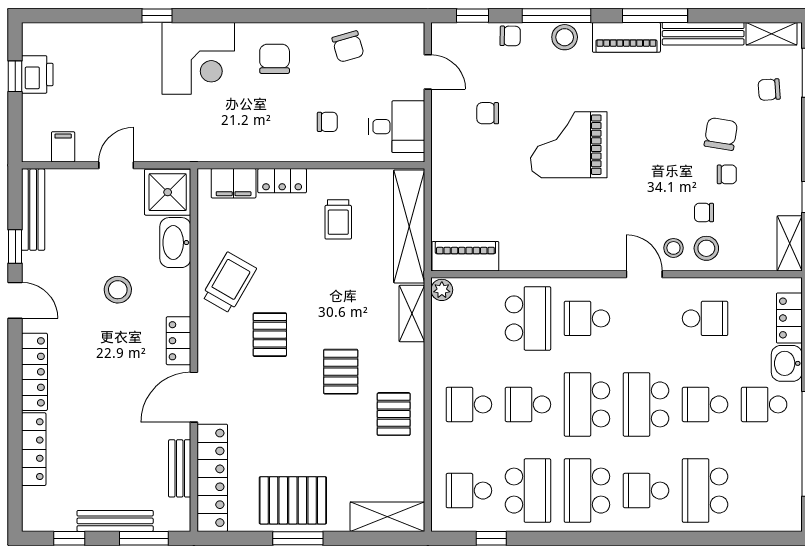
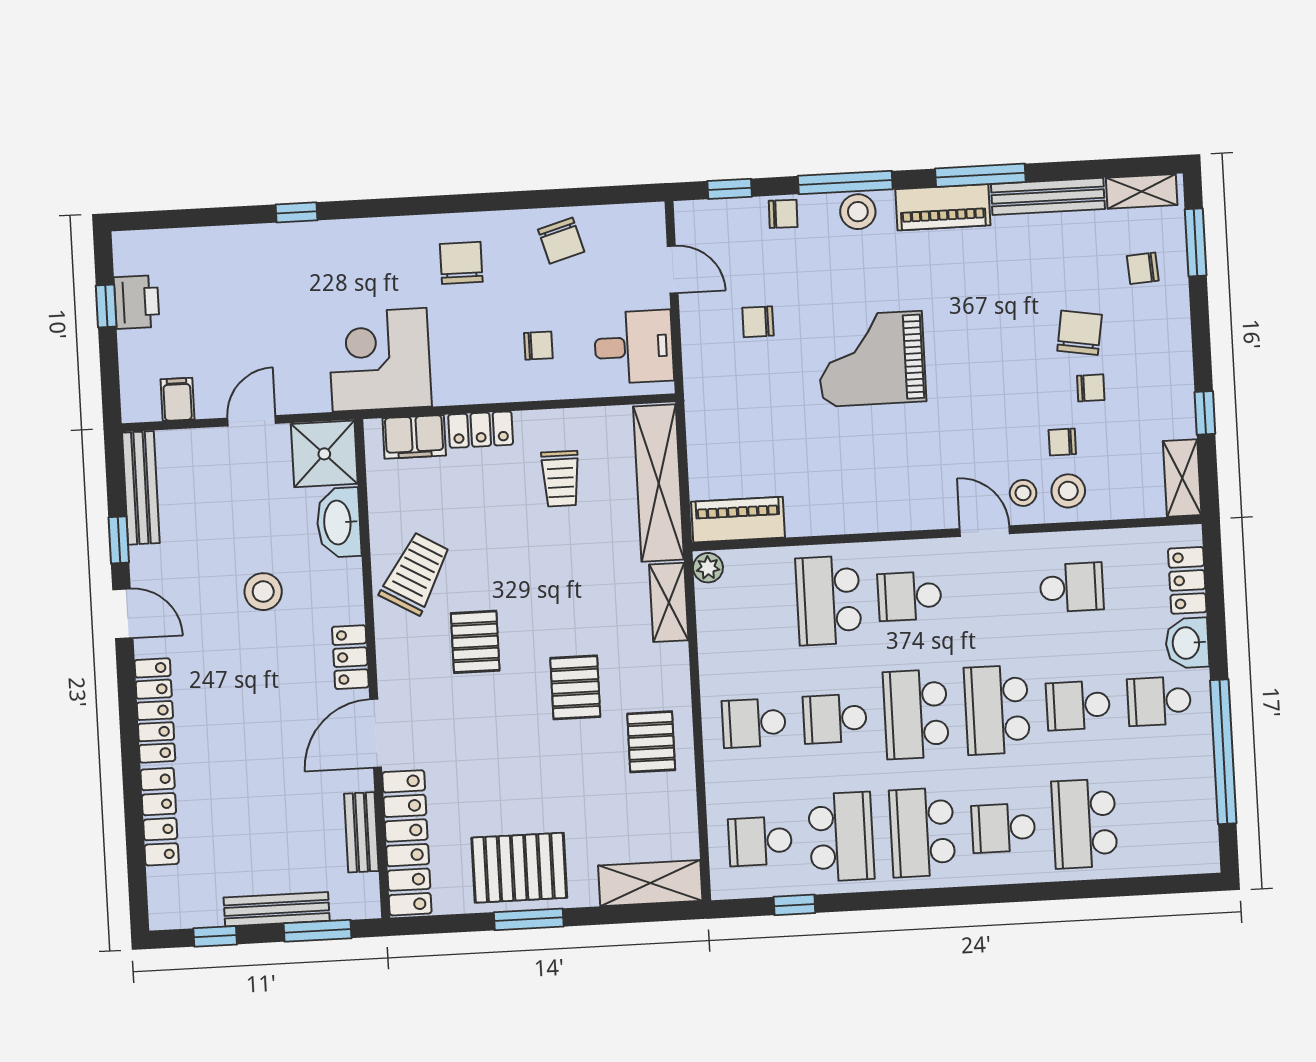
corner desk: (198, 58) -> (380, 360), moved, turned 180
school desk: (528, 318) -> (828, 600), turned 180

